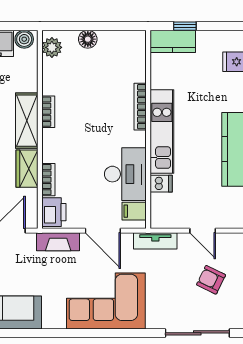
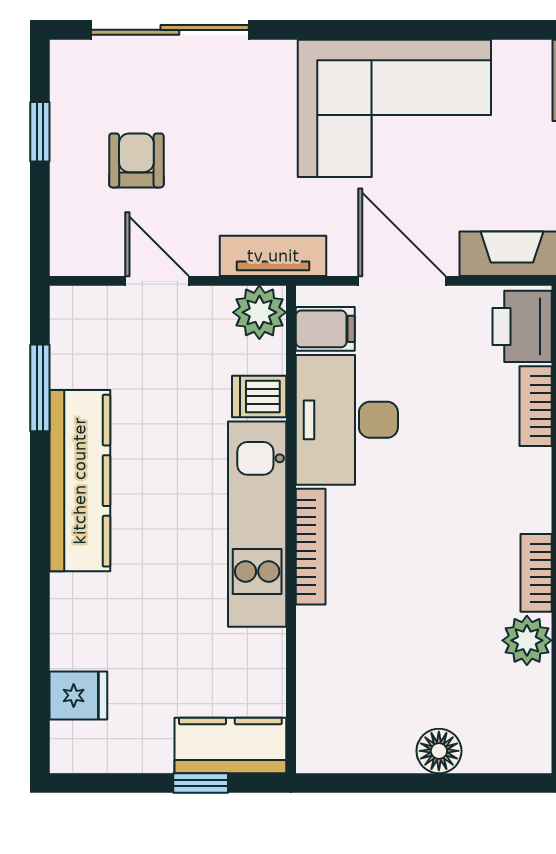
plant: (52, 47) -> (527, 640), moved
bookcase: (140, 107) -> (311, 547), moved
plant: (161, 218) -> (259, 312), added
armchair: (211, 280) -> (136, 160), turned -116

